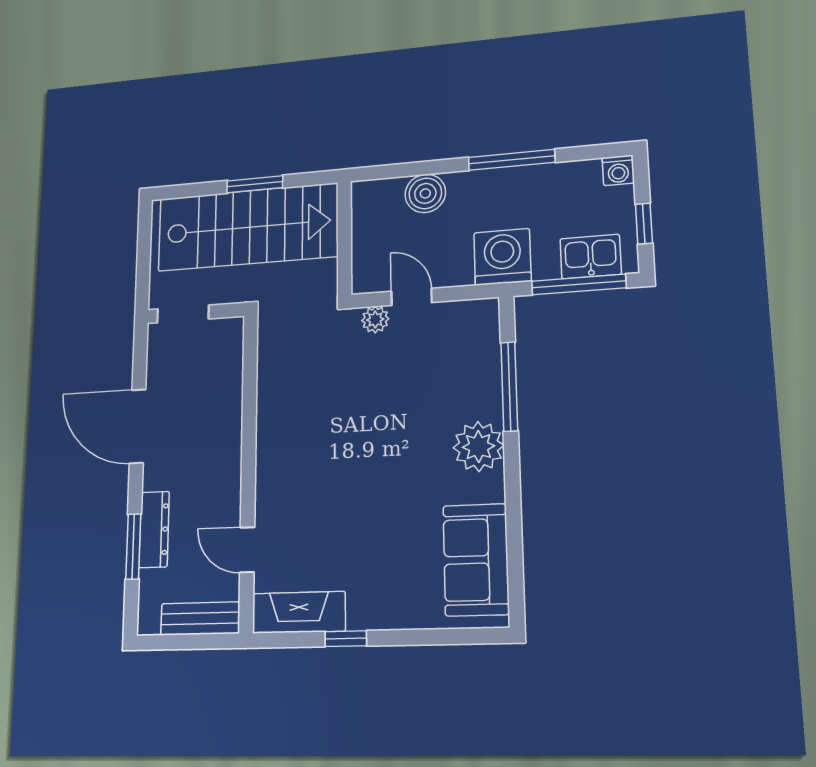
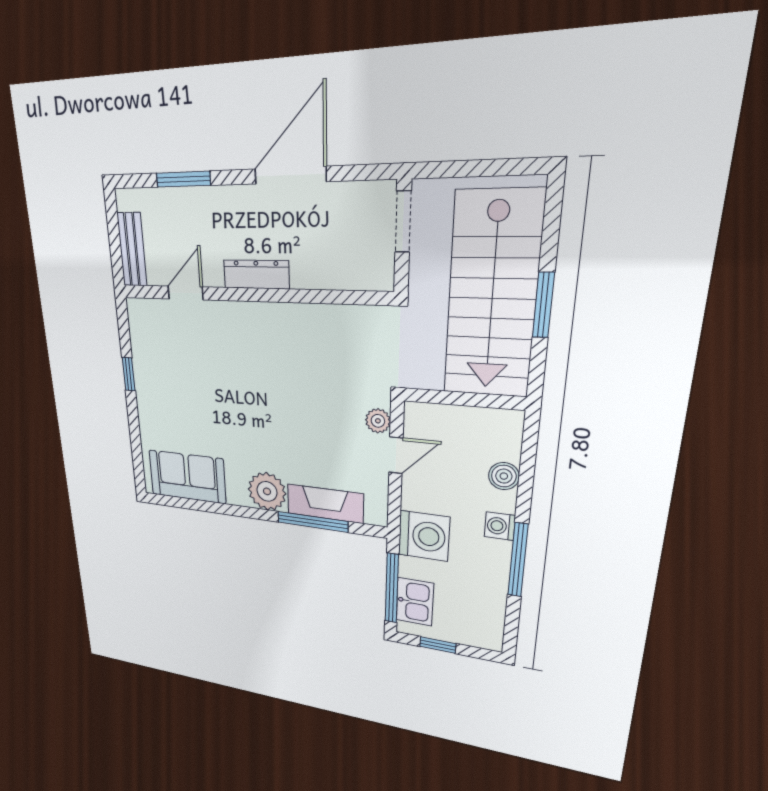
washing machine: (618, 170) -> (500, 526), moved
boiler: (425, 193) -> (504, 476), width x0.73, depth x0.73
dresser: (154, 529) -> (256, 274), moved, turned 180
fireplace: (299, 612) -> (325, 504), moved, turned -90

